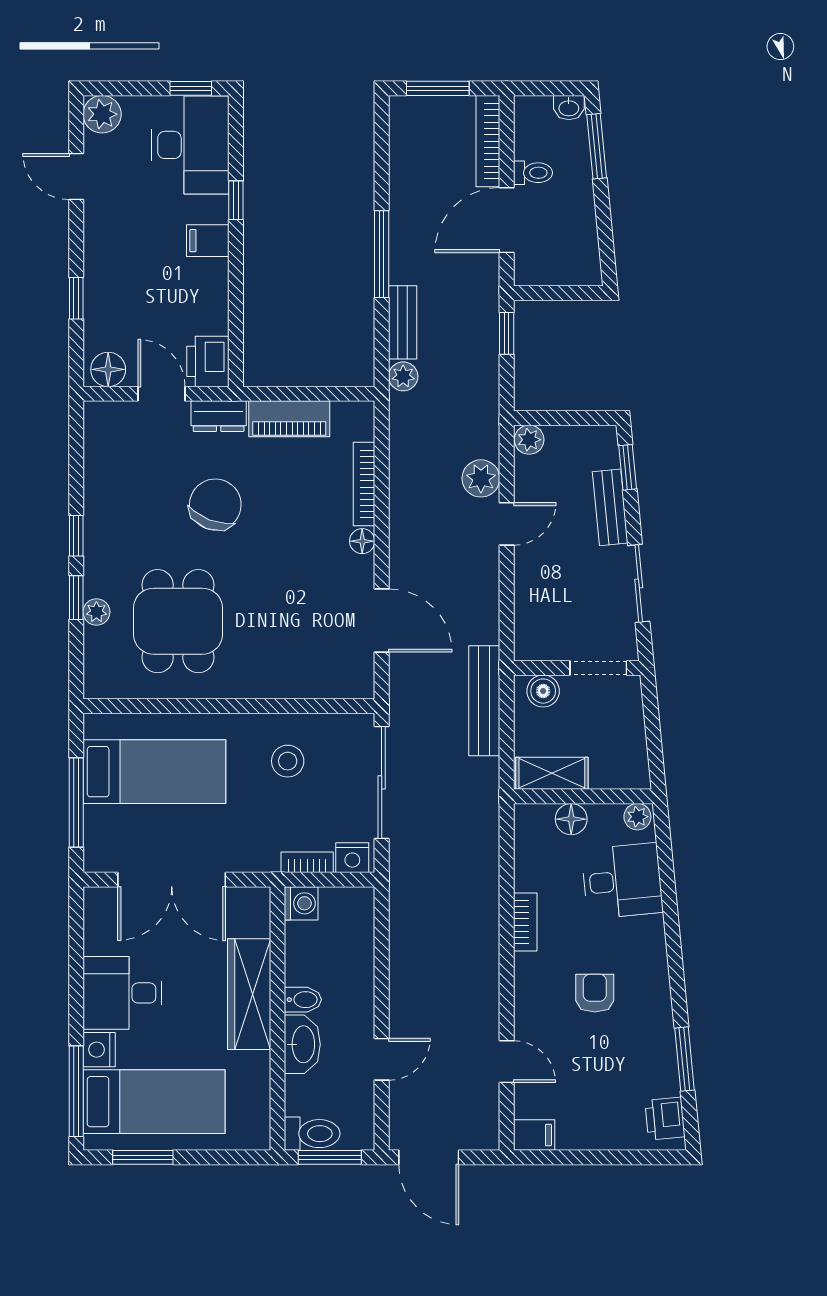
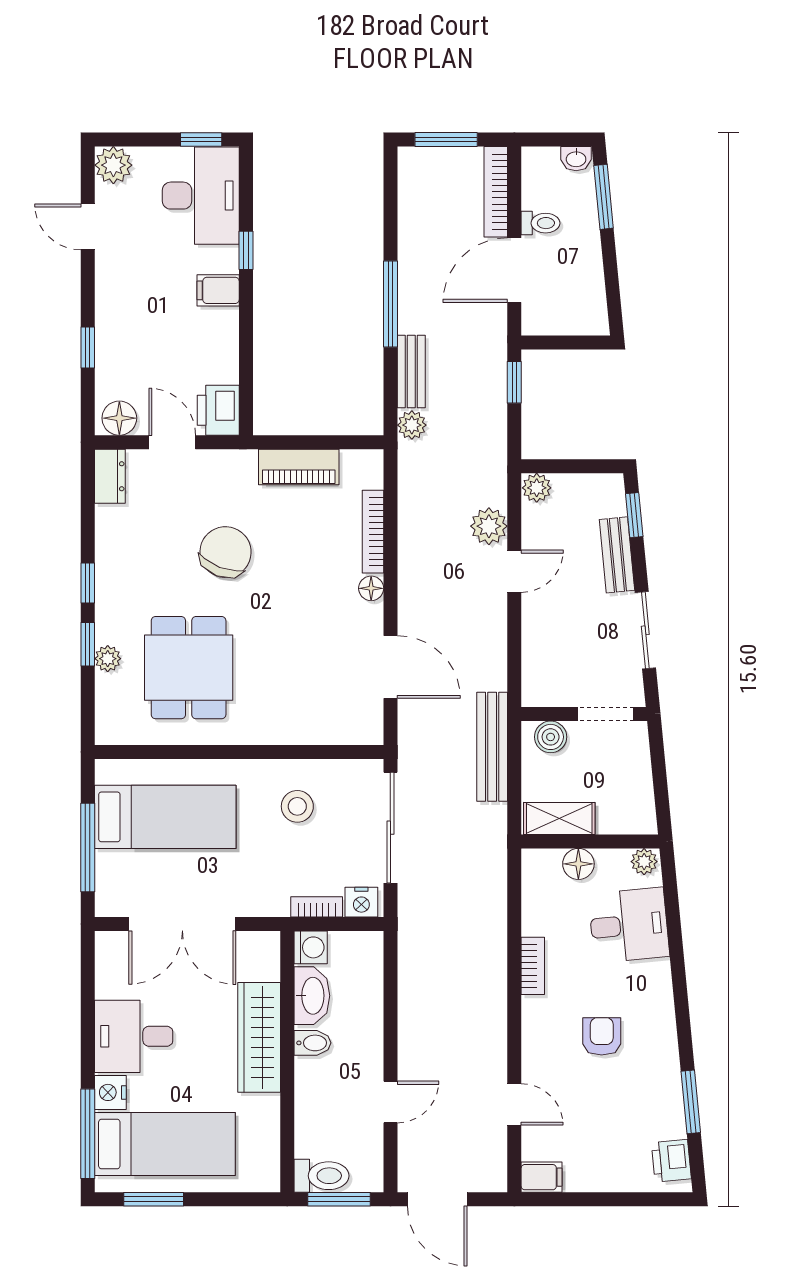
dresser: (219, 416) -> (110, 476), moved, turned -90
washbasin: (302, 1044) -> (312, 996), moved

